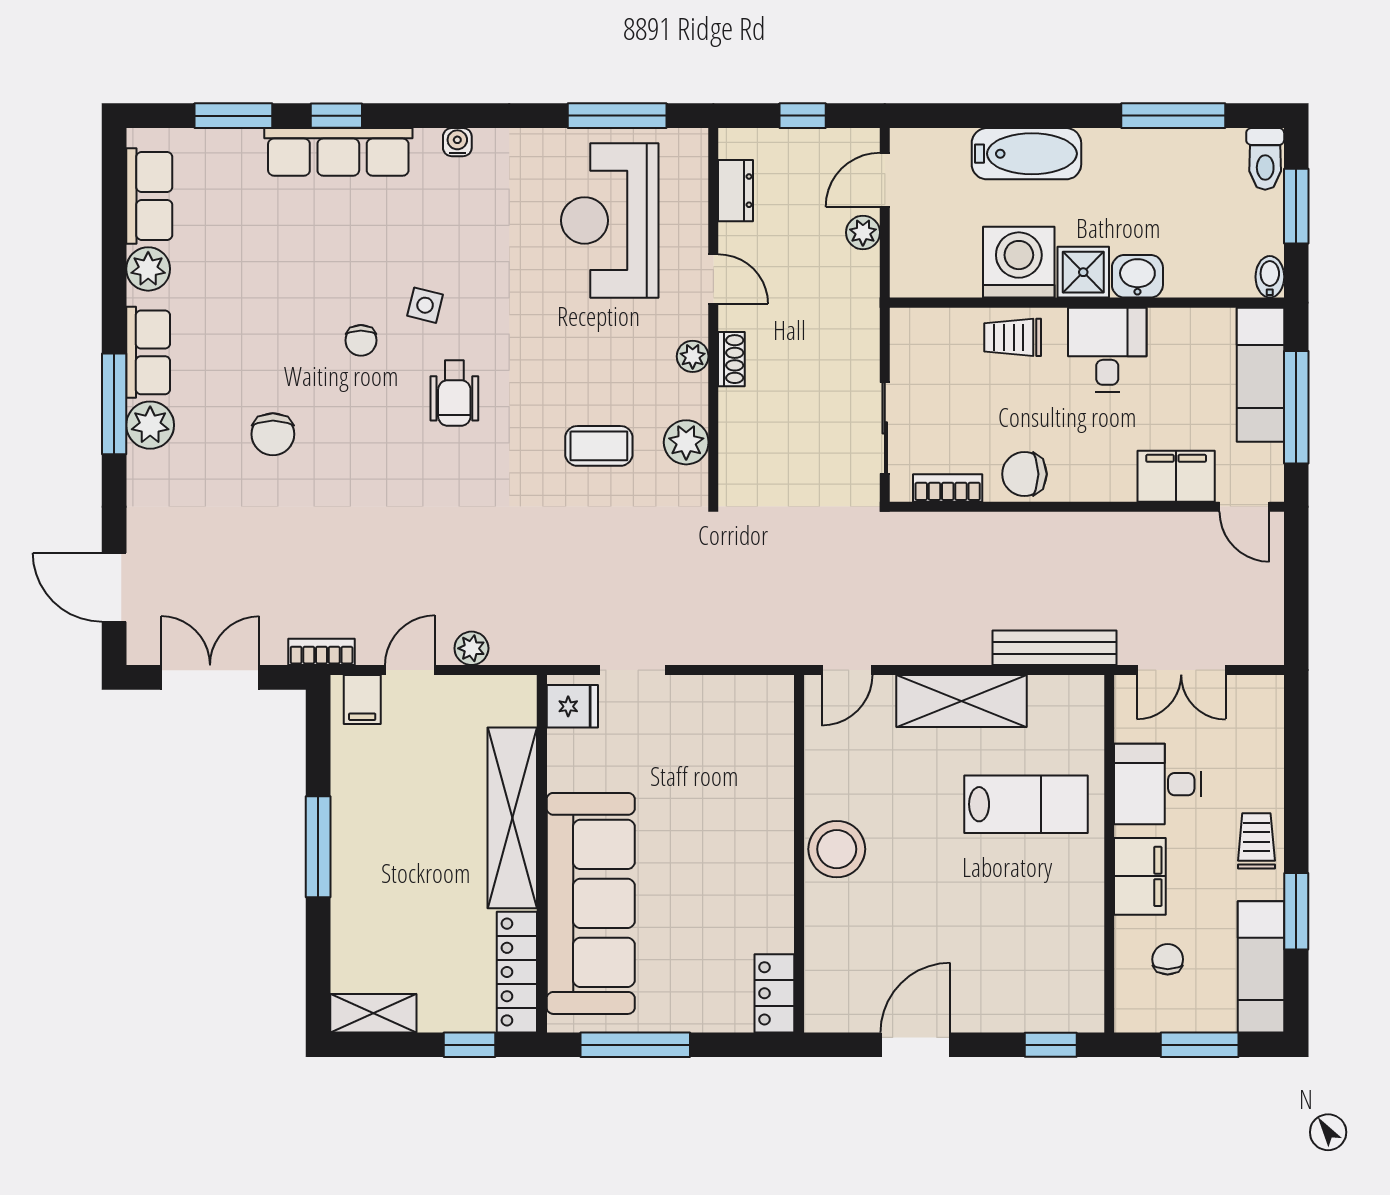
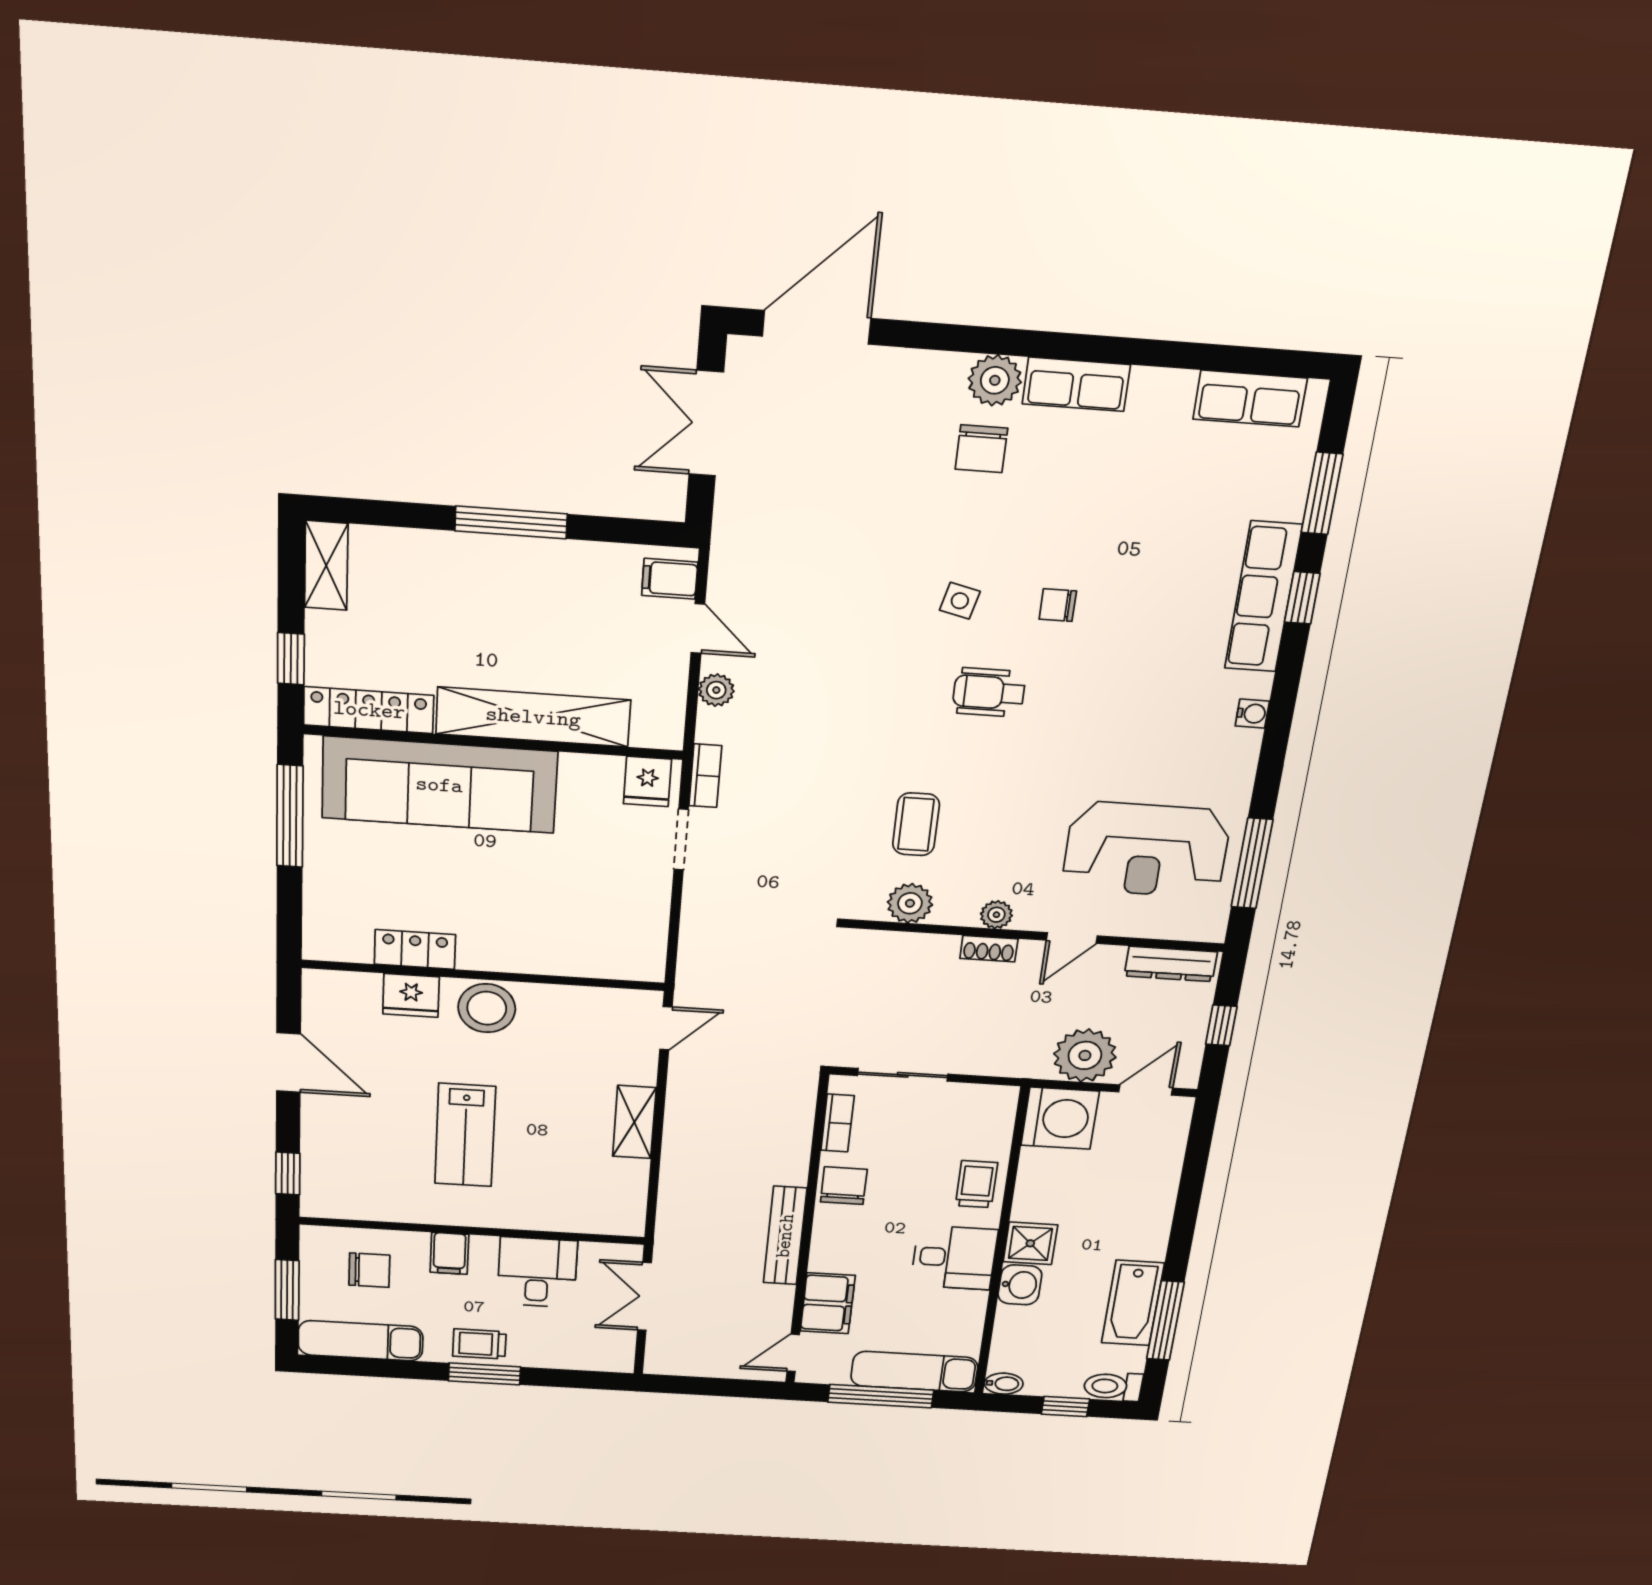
bathtub: (1026, 154) -> (1133, 1303), moved
door: (885, 180) -> (1146, 1090), hinge flipped
dresser: (735, 191) -> (1171, 964), width x1.44
window: (1296, 206) -> (1065, 1407), width x0.67
reception desk: (610, 220) -> (1146, 850), turned 180
plant: (863, 232) -> (1085, 1055), width x1.87, depth x1.87
washing machine: (1019, 262) -> (1060, 1118), moved
plant: (148, 269) -> (1169, 391), removed
side table: (425, 305) -> (960, 601), moved
window: (114, 404) -> (1024, 343), removed
chair: (273, 434) -> (981, 449), moved, turned -90
door: (114, 587) -> (817, 327), width x1.36
bench: (1055, 648) -> (785, 1236), moved
bookcase: (322, 652) -> (705, 776), moved
door: (847, 670) -> (666, 1028), swing flipped
double door: (210, 677) -> (706, 423), swing flipped
shelving: (962, 701) -> (634, 1122), width x0.67, depth x0.75
lab bench: (1026, 804) -> (465, 1135), moved
trolley: (1256, 841) -> (479, 1344), turned 180
filing cabinet: (1140, 876) -> (449, 1253), width x0.50
window: (1296, 911) -> (484, 1374), moved
fridge: (828, 924) -> (411, 995), added
chair: (1168, 959) -> (369, 1270), width x1.37, depth x1.37
locker: (774, 993) -> (415, 949), moved

